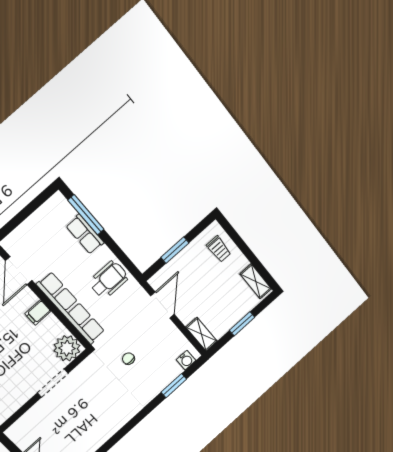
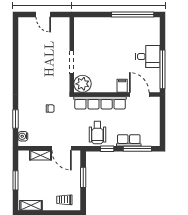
window: (118, 251) -> (107, 149), added
filing cabinet: (38, 312) -> (122, 86), moved
shelving: (202, 334) -> (41, 155), moved

